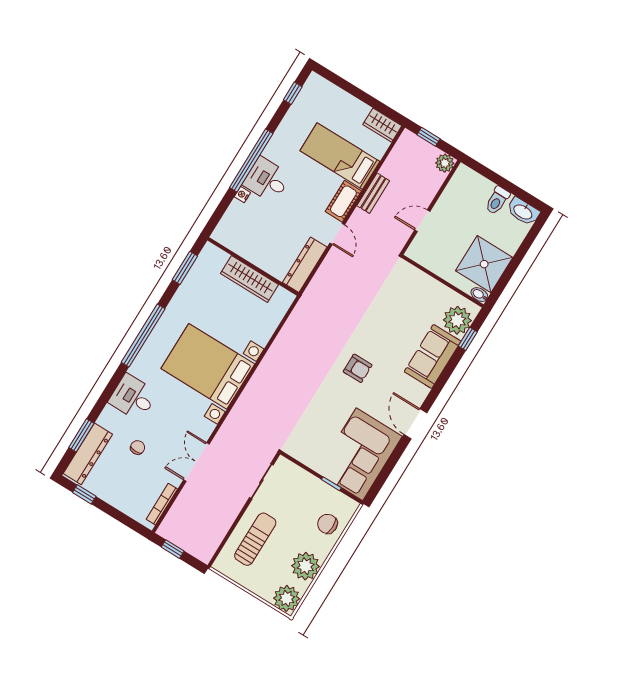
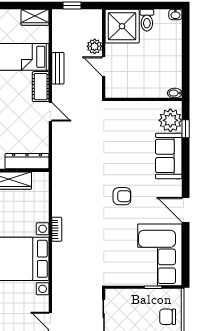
plant: (445, 163) -> (95, 46), moved
washbasin: (523, 212) -> (175, 14), width x0.52, depth x0.69
door: (422, 221) -> (104, 66), hinge flipped
shower: (484, 264) -> (122, 26), moved
dresser: (305, 265) -> (27, 161), moved, turned 90
bookcase: (268, 361) -> (57, 229), added

